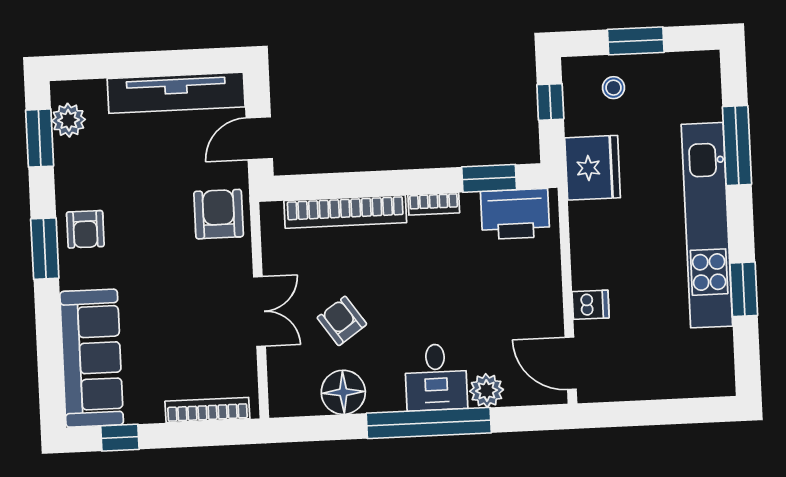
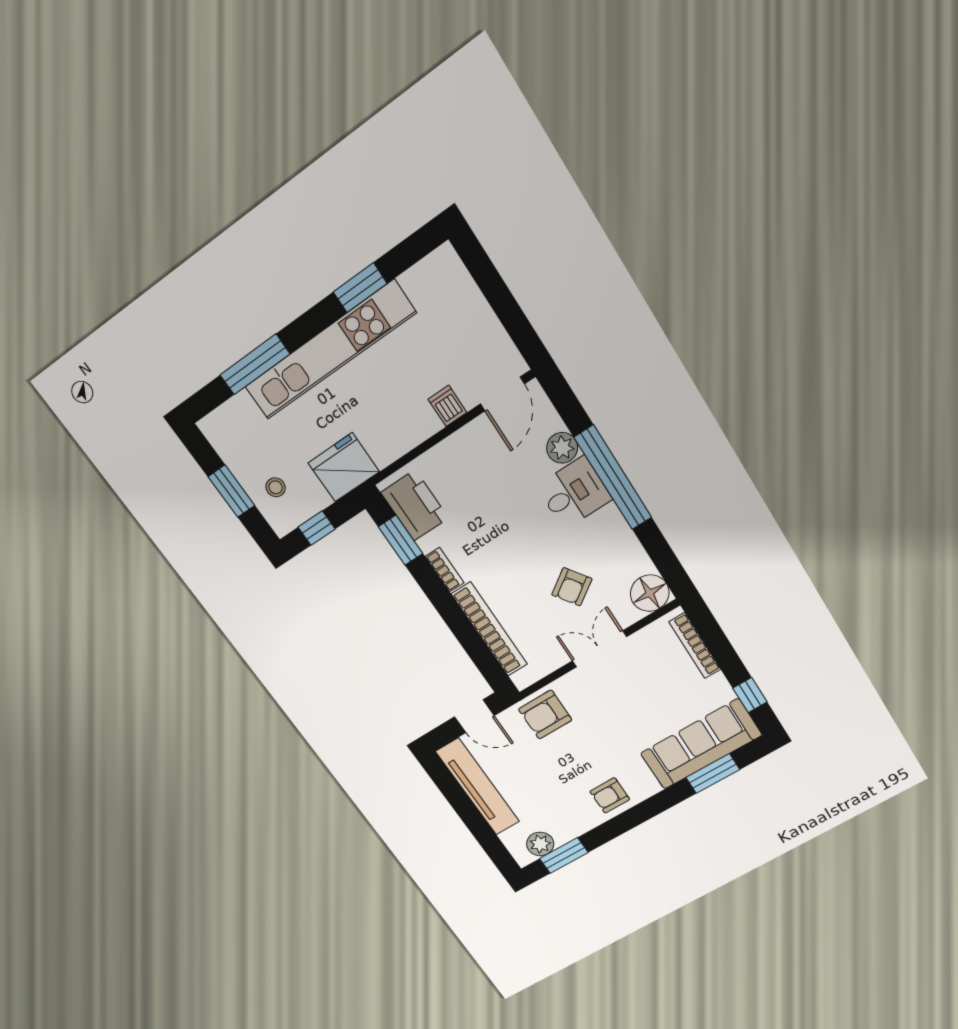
armchair: (85, 229) -> (610, 795), turned 180
window: (45, 249) -> (713, 774), moved
floor lamp: (343, 392) -> (650, 593), moved

